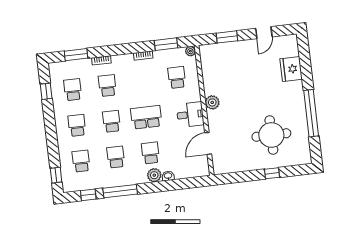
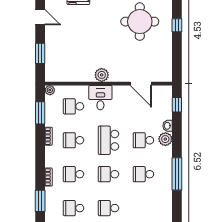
desk: (190, 115) -> (100, 98), moved
school desk: (81, 161) -> (74, 140), moved
window: (88, 195) -> (177, 105), moved

